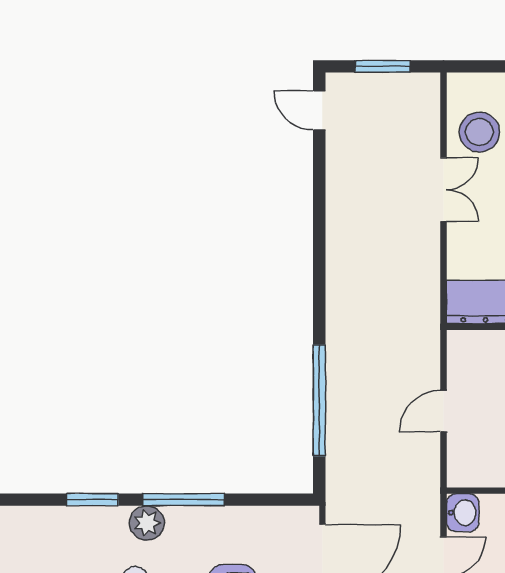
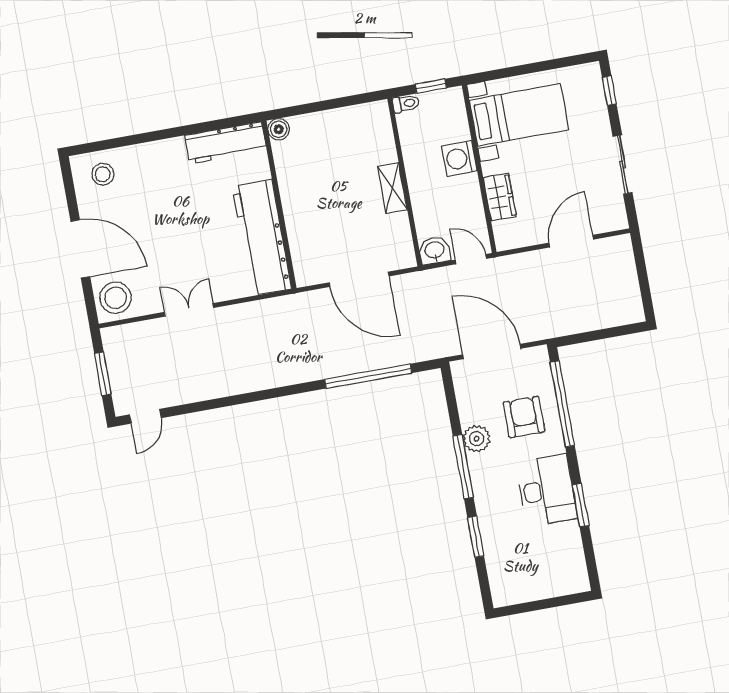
stool: (479, 132) -> (116, 298), moved
door: (444, 411) -> (359, 279), width x1.88
plant: (147, 523) -> (477, 439), moved

